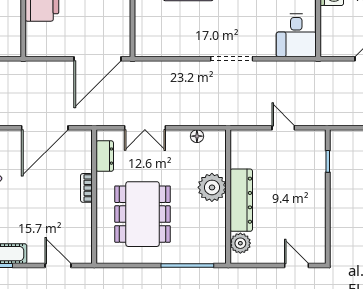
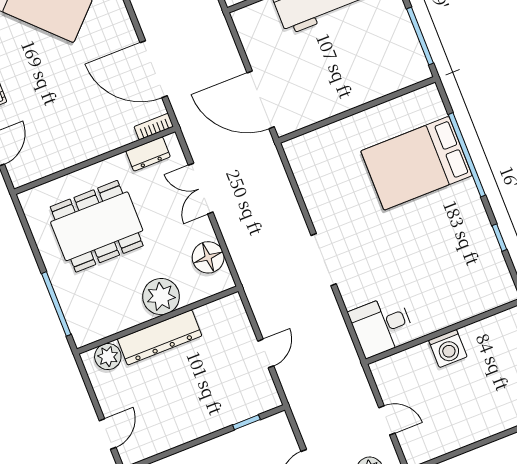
floor lamp: (197, 136) -> (208, 257), width x1.89, depth x1.89
bookcase: (86, 188) -> (154, 127), moved

